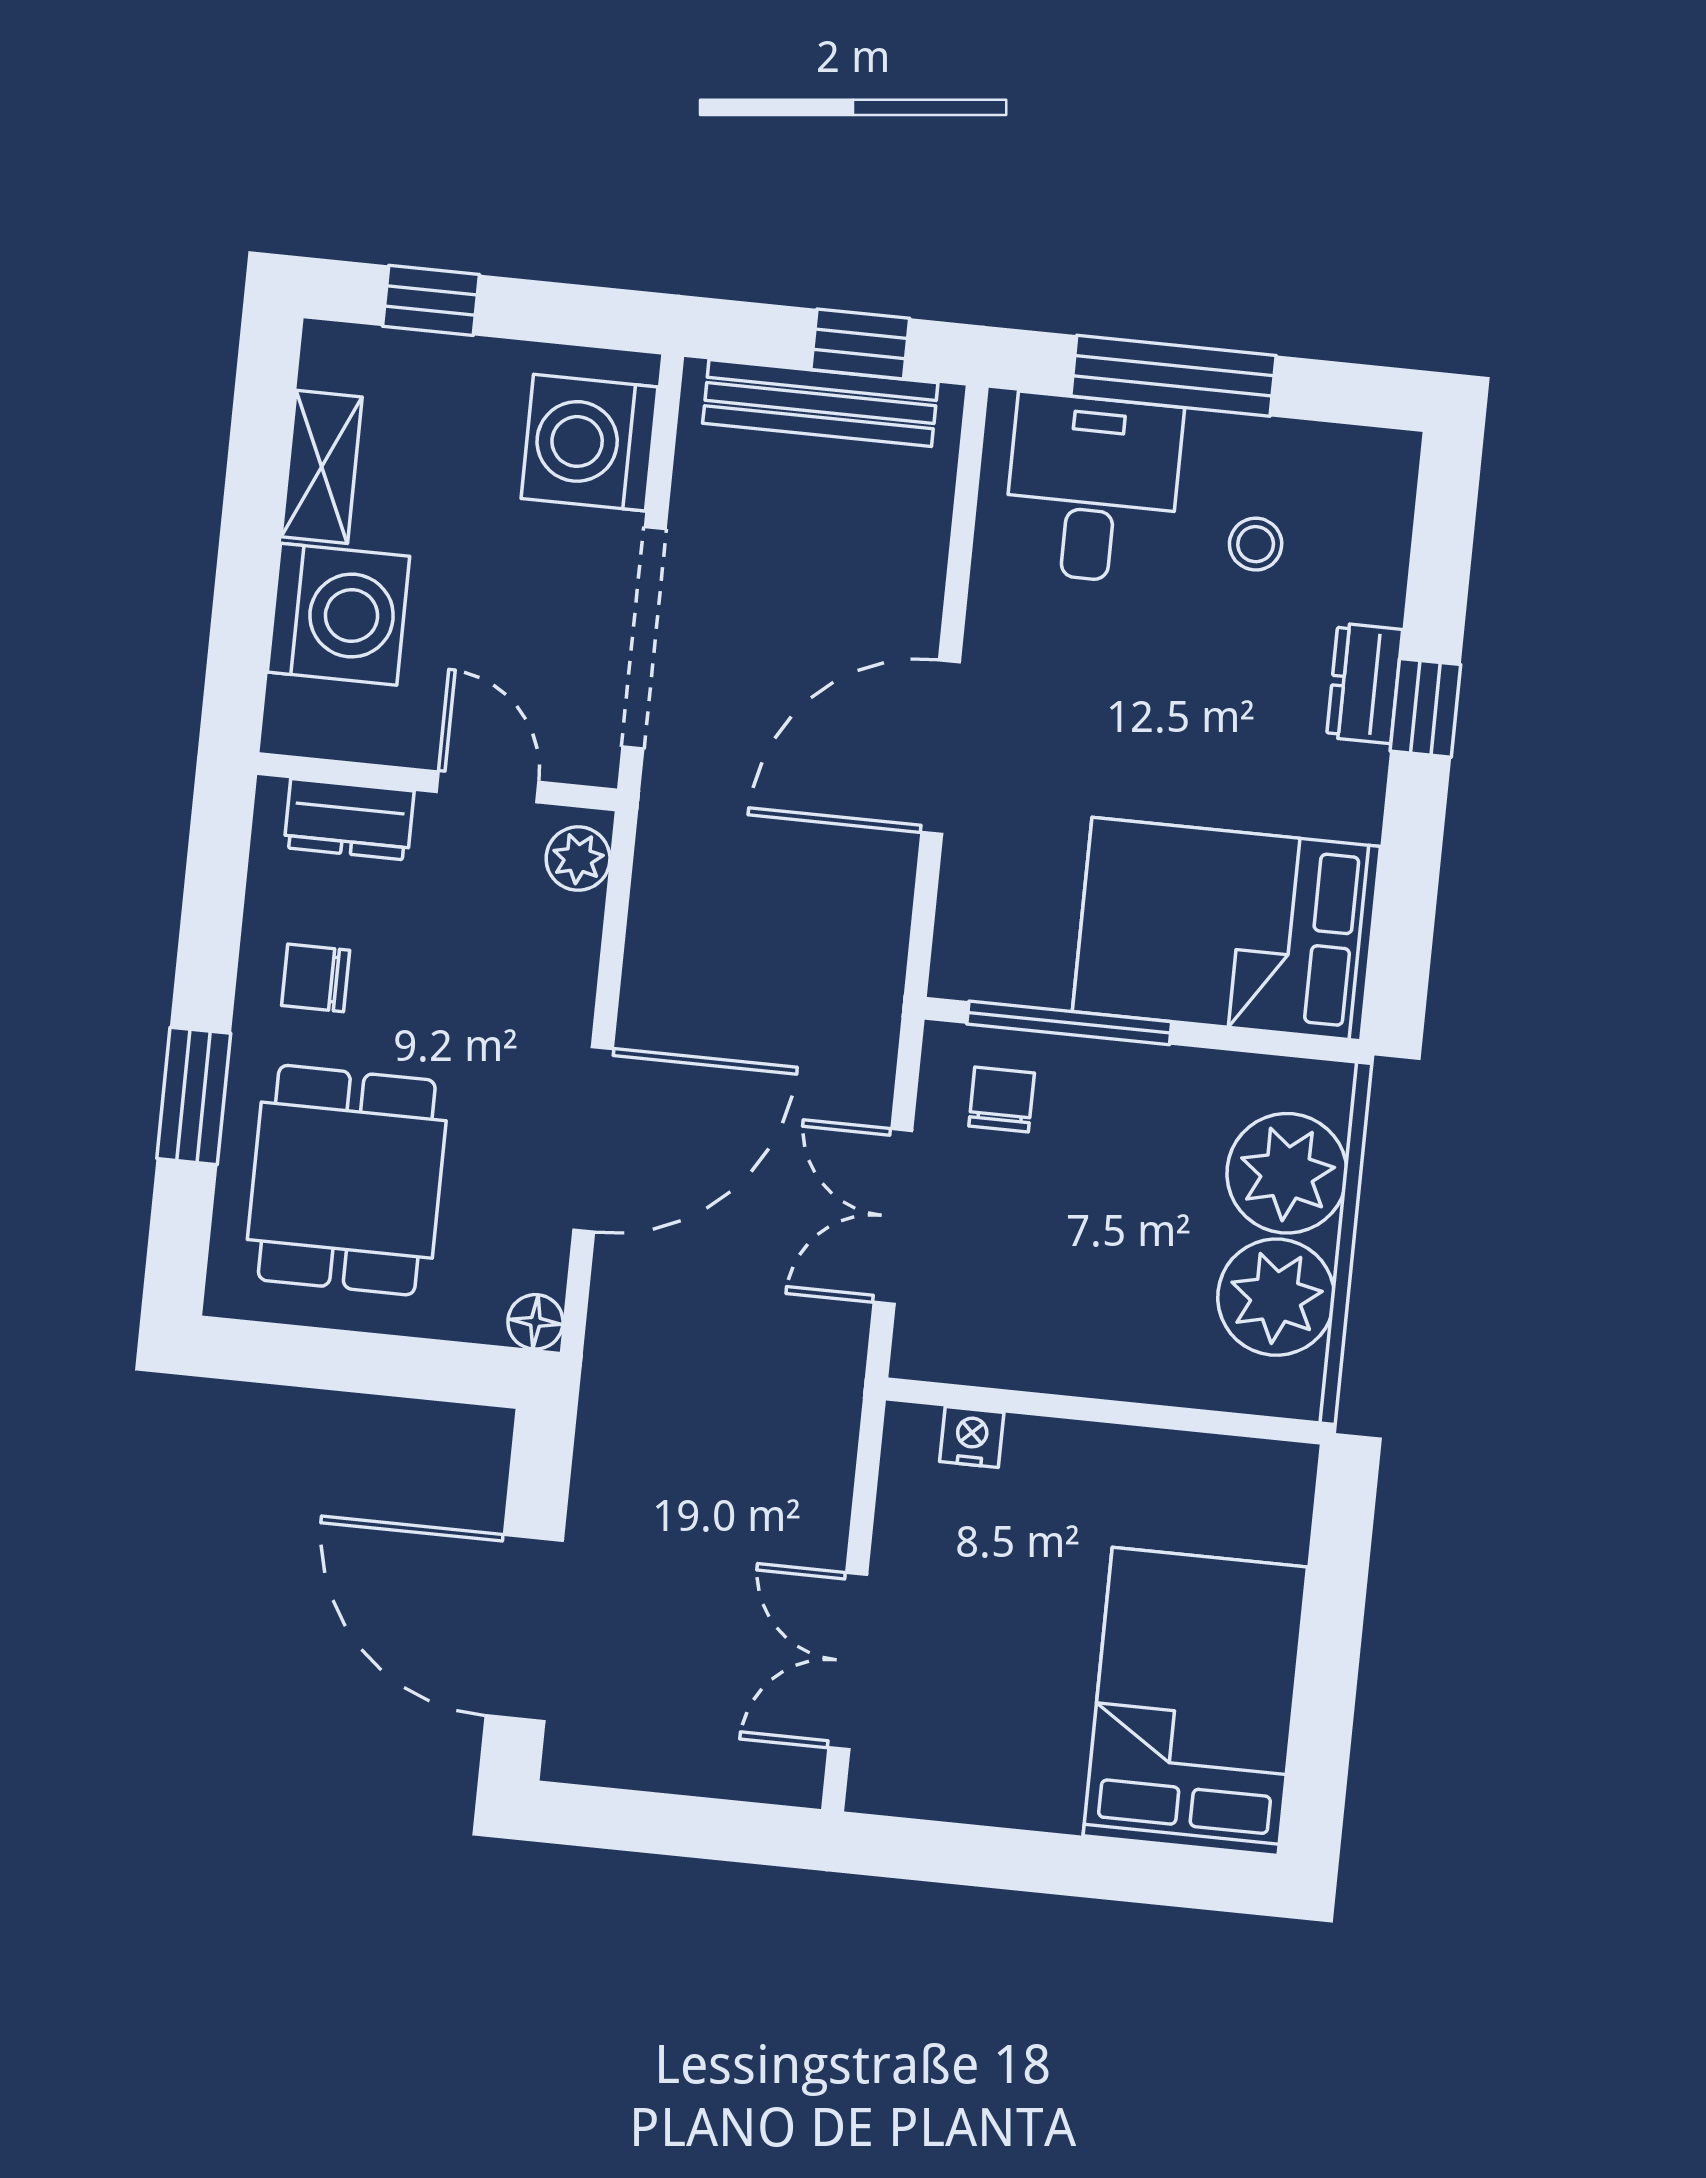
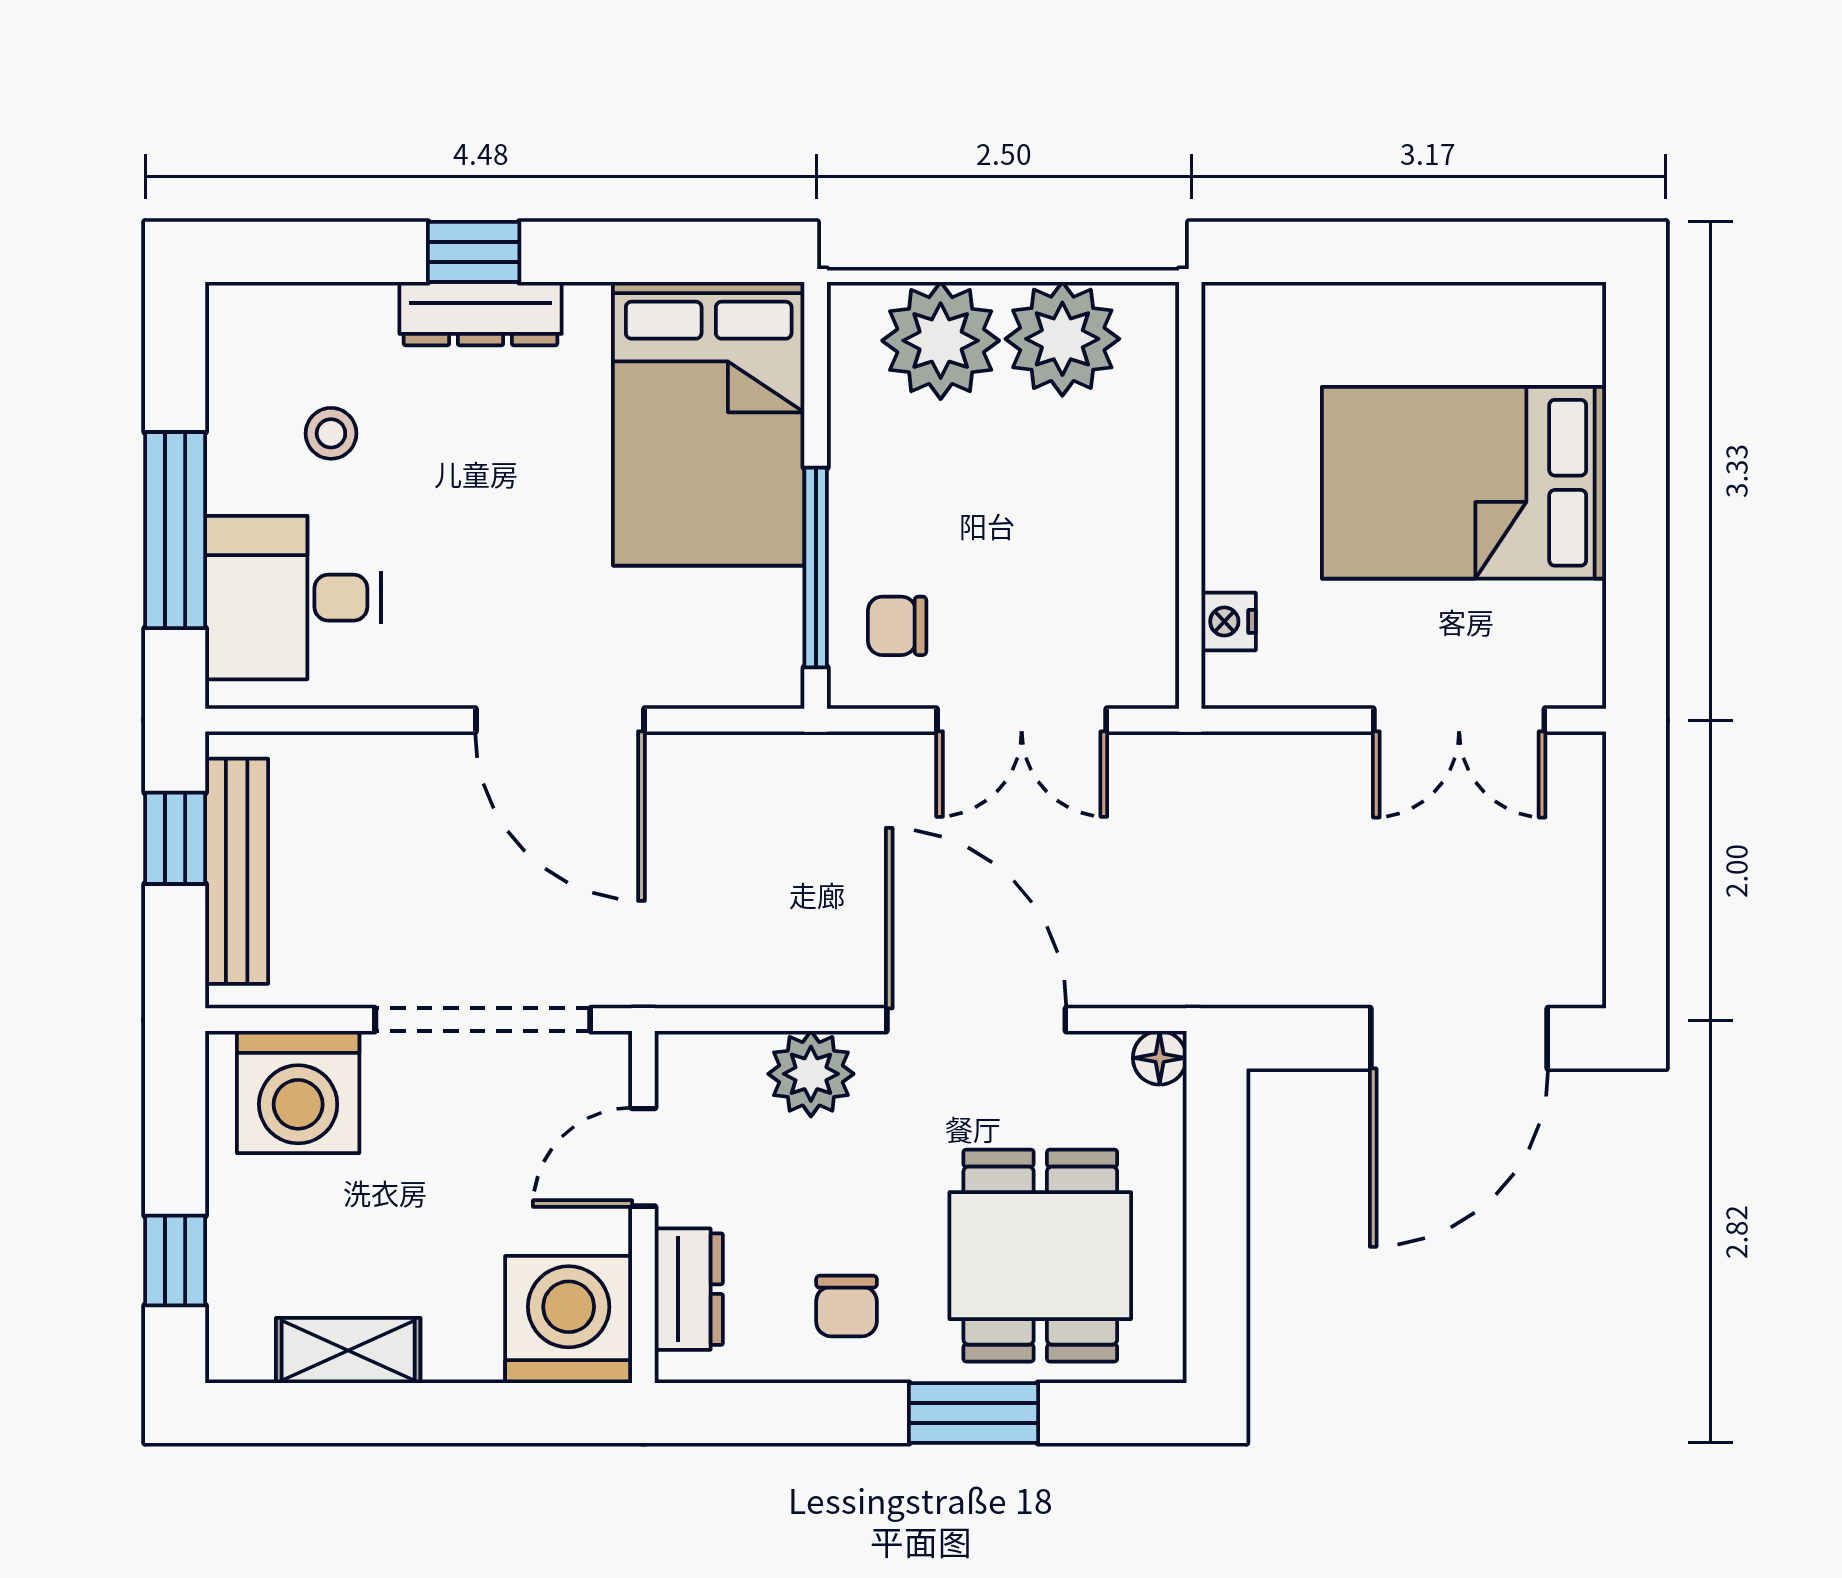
washing machine: (339, 614) -> (569, 1319), moved
dresser: (1364, 683) -> (481, 314), width x1.44
plant: (578, 859) -> (811, 1074), moved, width x1.38, depth x1.38
dining table: (347, 1180) -> (1040, 1256), turned 90
bed: (1195, 1701) -> (1464, 483), moved

